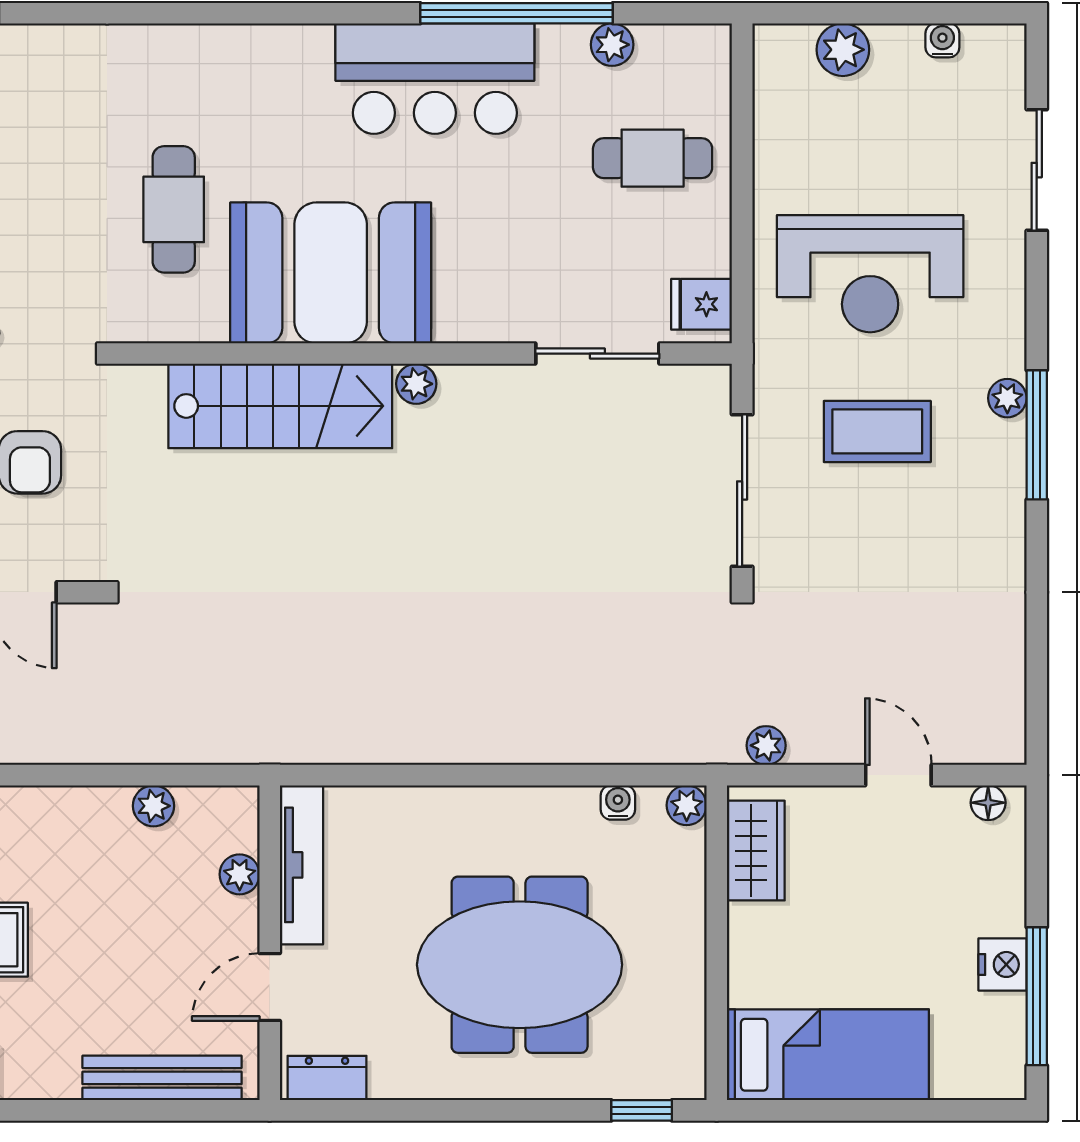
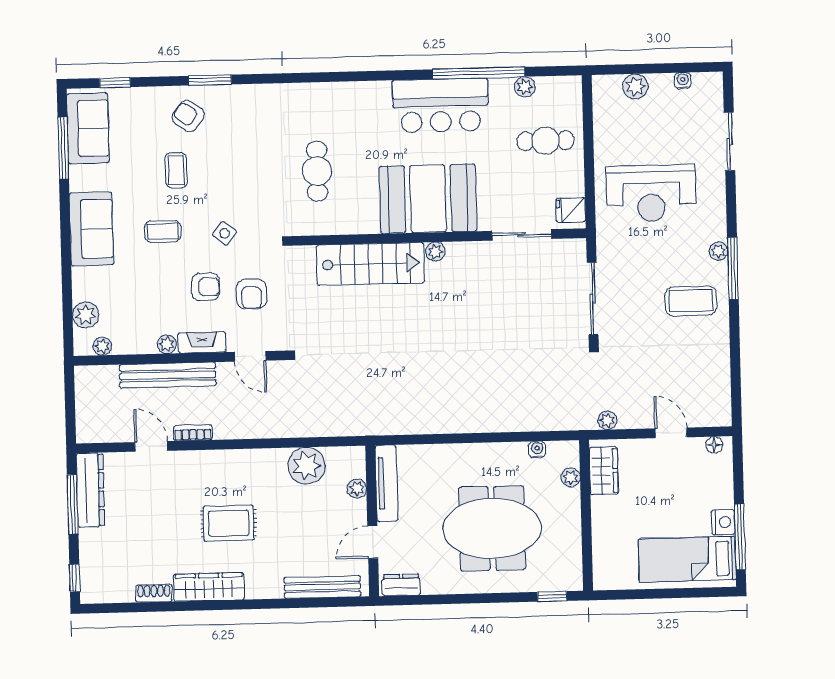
booth: (331, 273) -> (428, 199), moved
coffee table: (877, 431) -> (691, 301), moved
plant: (687, 805) -> (571, 477), moved
plant: (153, 806) -> (306, 466), width x1.88, depth x1.88
bed: (828, 1055) -> (687, 559), moved, turned 180

